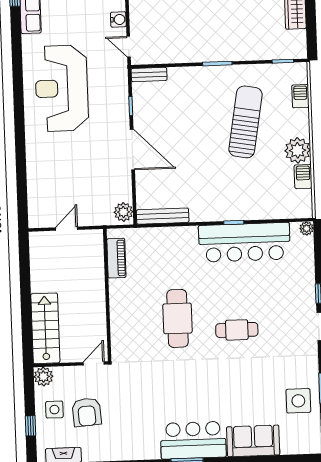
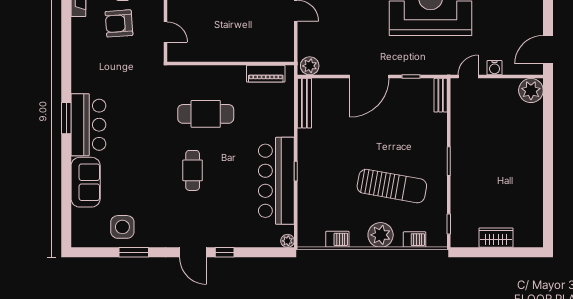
plant: (298, 150) -> (381, 235), moved
piano: (116, 258) -> (266, 74), moved
wall: (107, 295) -> (231, 64), moved

